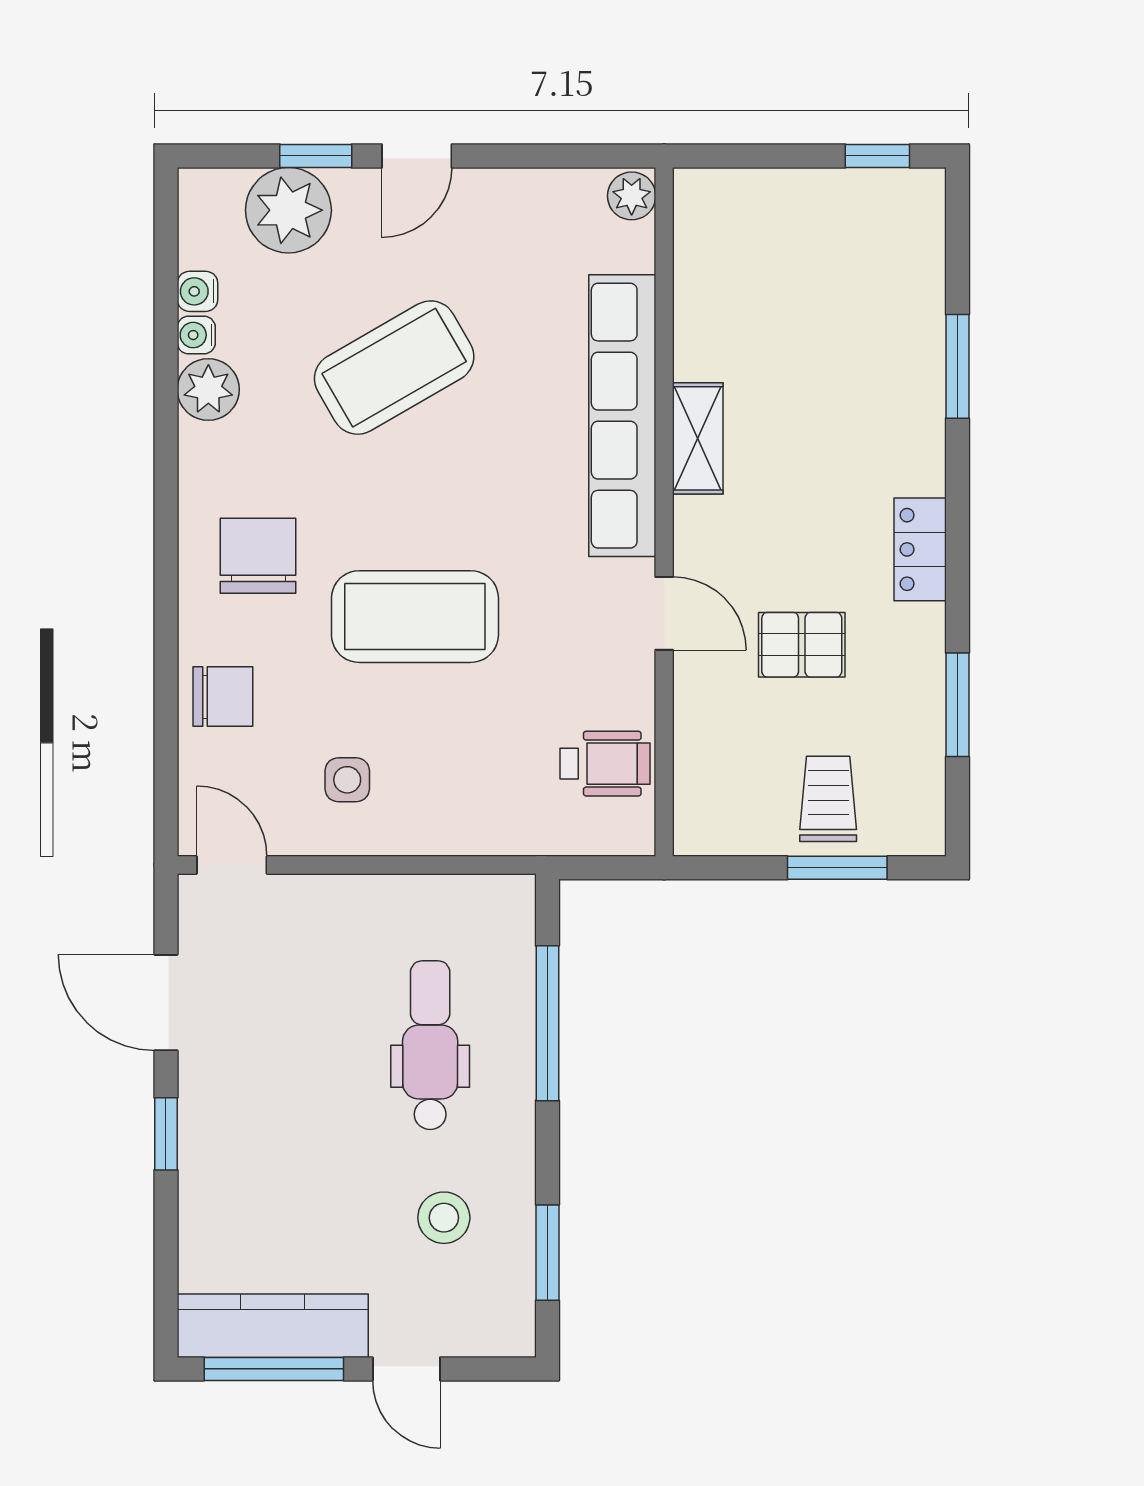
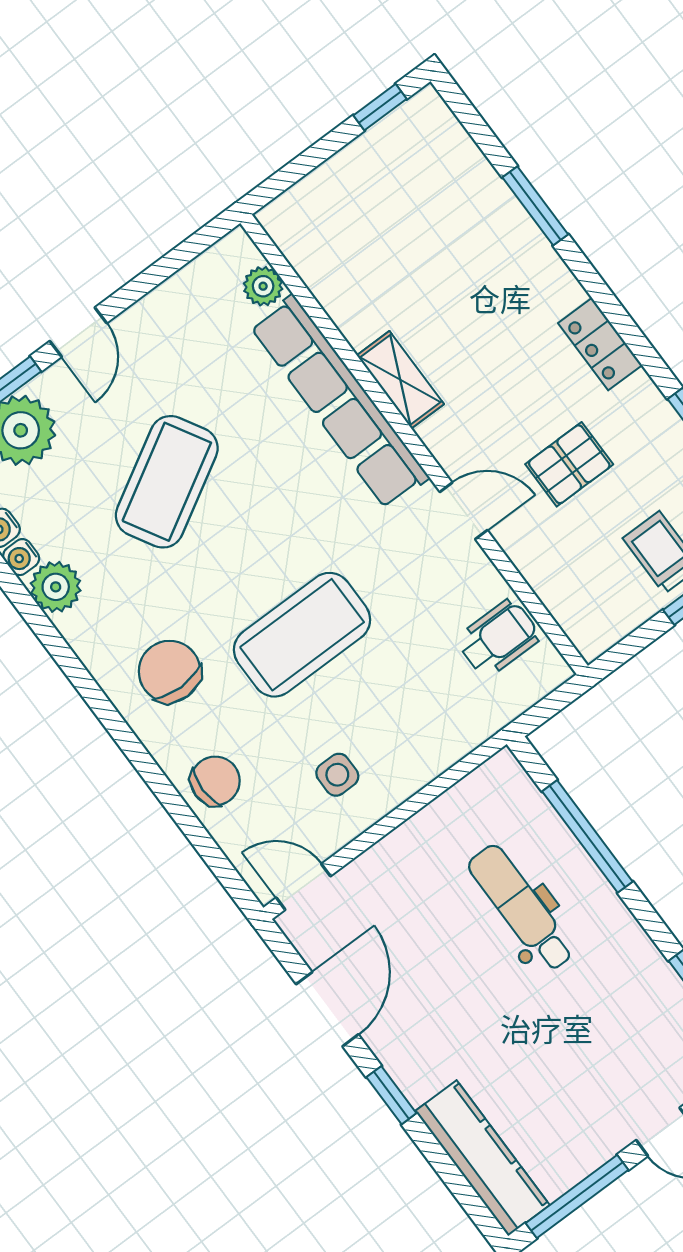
plant: (632, 196) -> (263, 286), moved
door: (166, 1003) -> (327, 1009), swing flipped
stool: (444, 1218) -> (614, 1014), removed
kitchen counter: (273, 1326) -> (482, 1158), moved, turned 90

